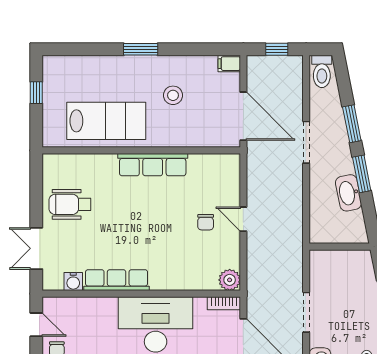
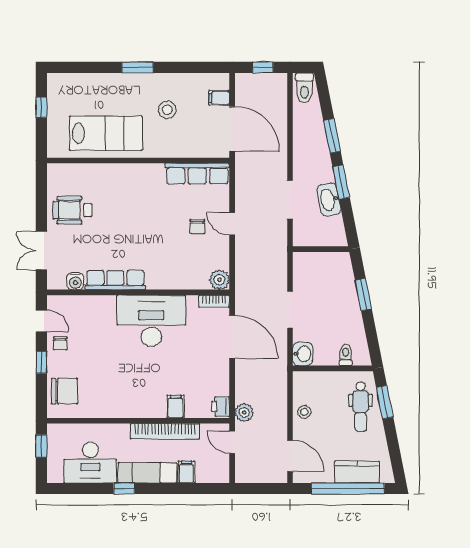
filing cabinet: (229, 64) -> (219, 98), moved
doorway: (306, 142) -> (290, 200), moved
row of seats: (153, 165) -> (197, 174), moved

